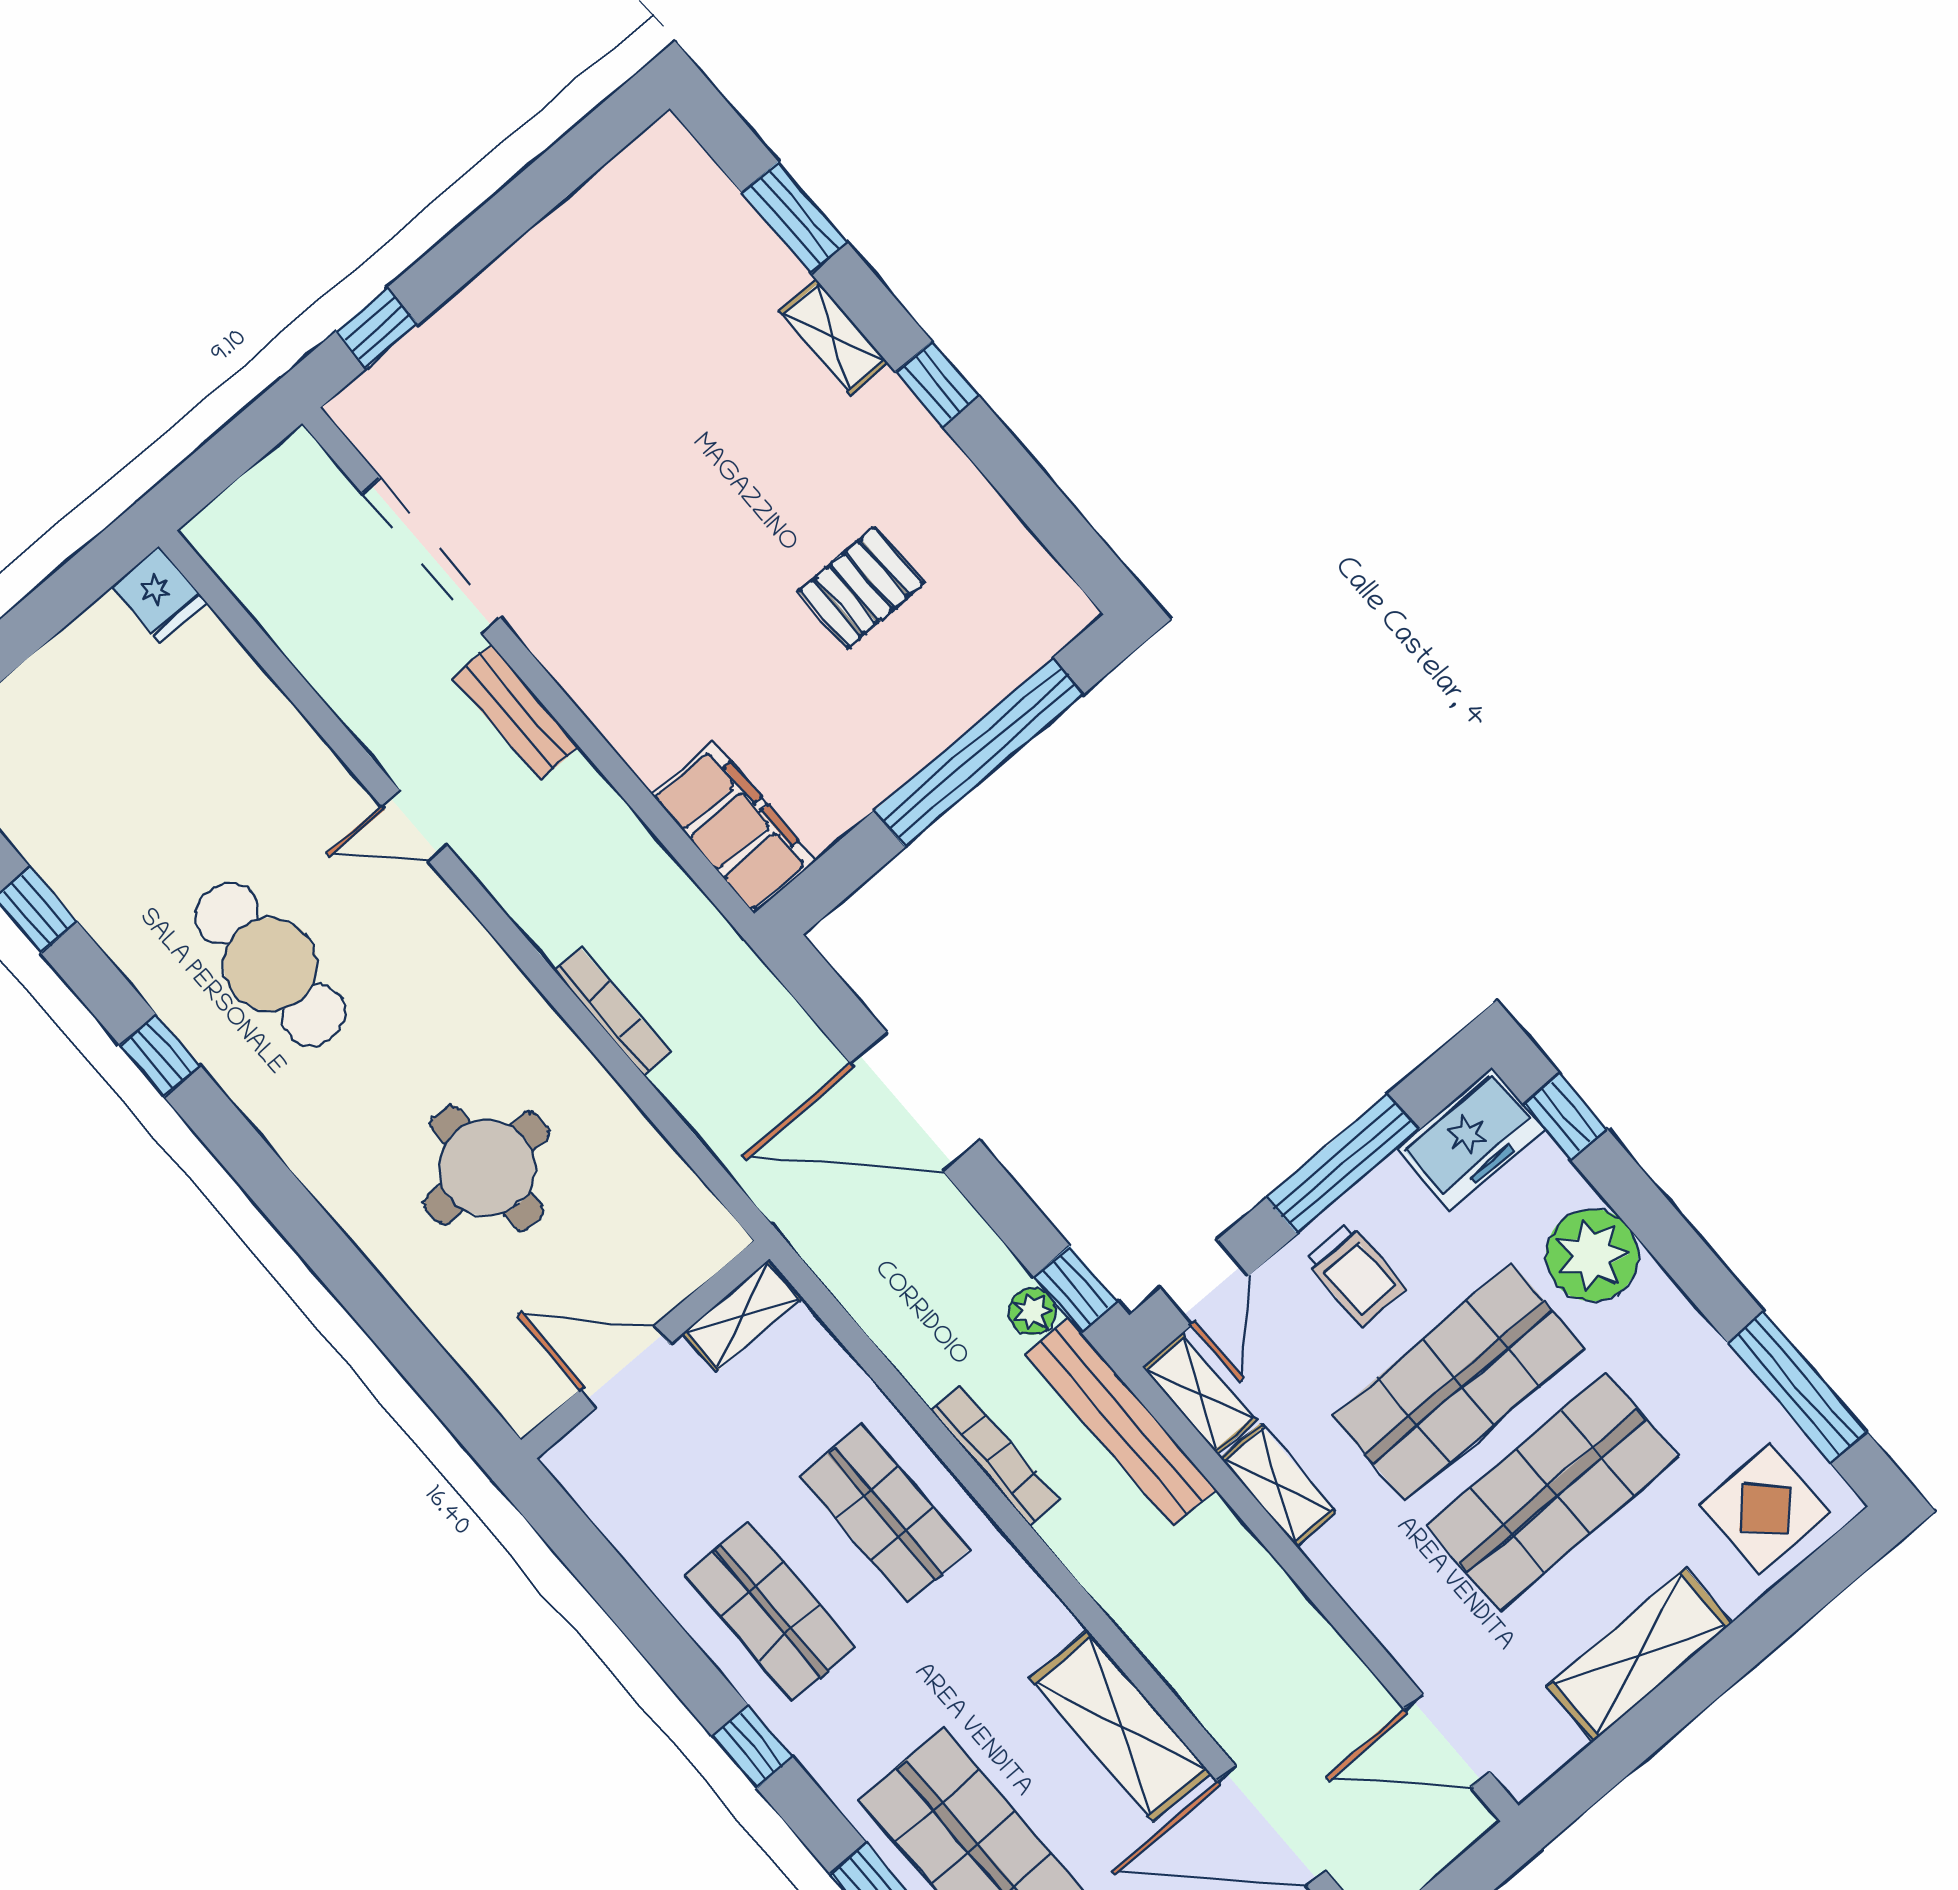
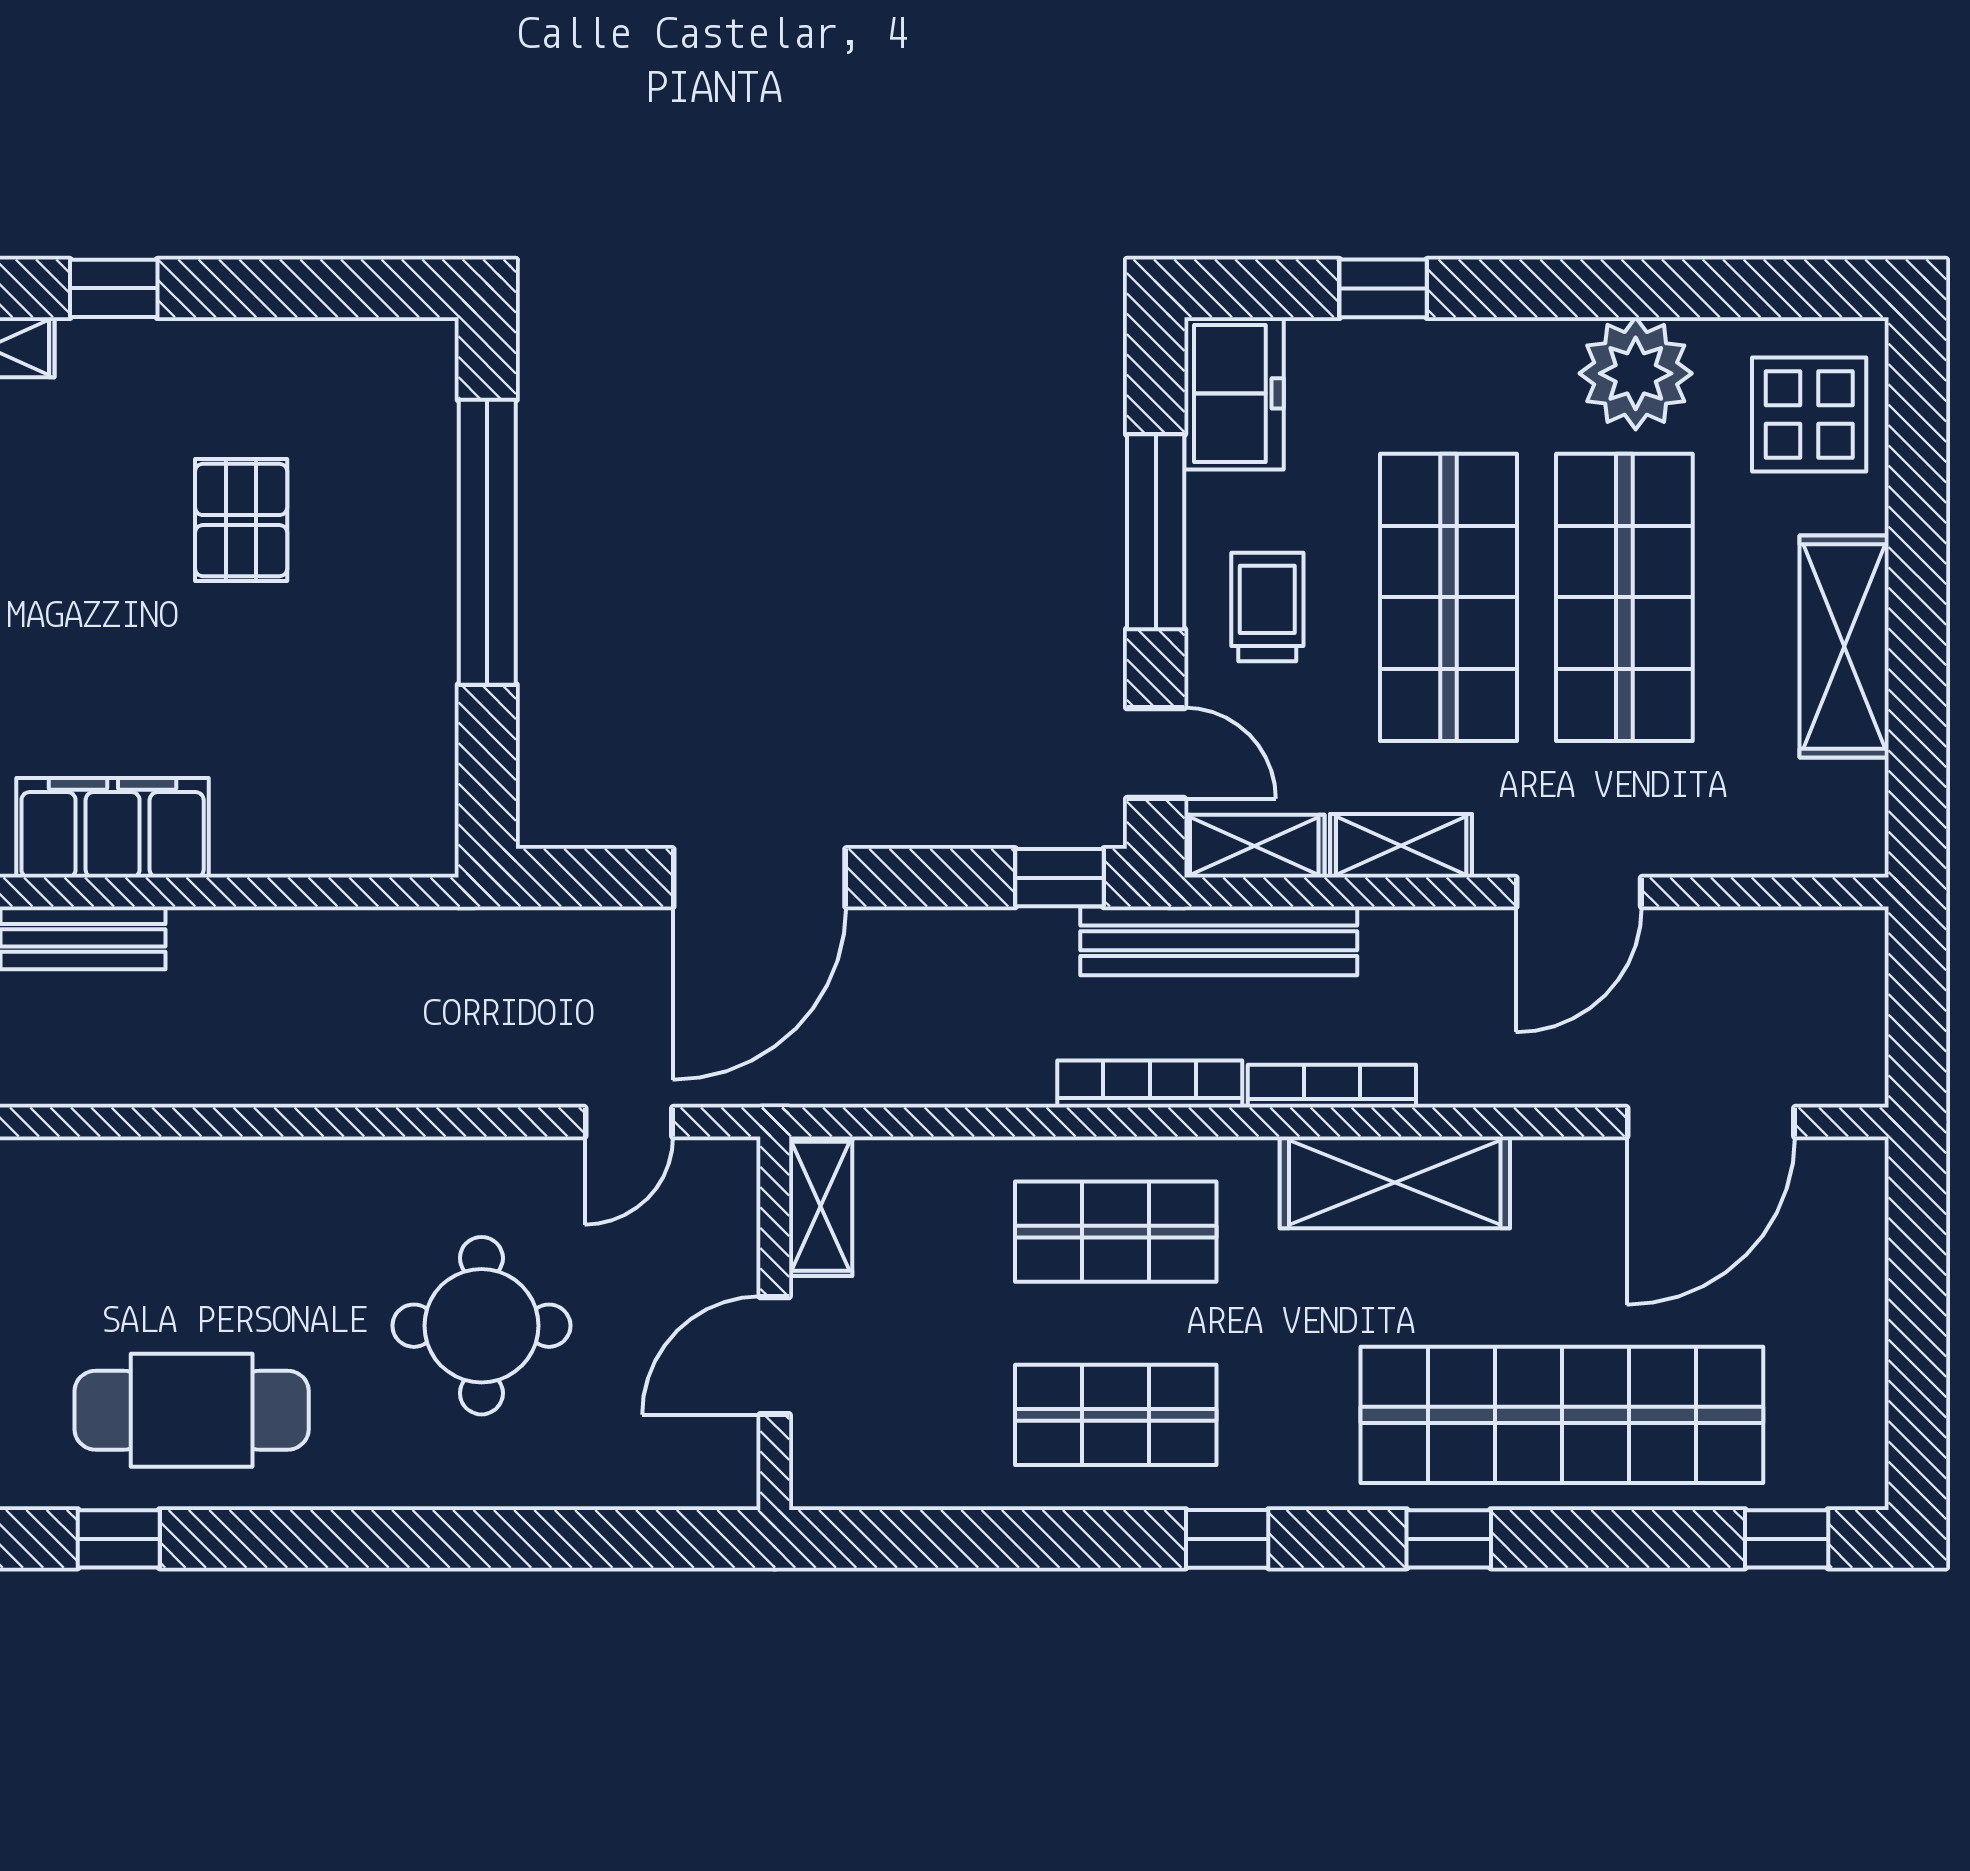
door: (414, 826) -> (629, 1122), moved
filing cabinet: (734, 827) -> (113, 828), moved
cafe table: (270, 964) -> (192, 1410), moved
bookcase: (612, 1012) -> (1332, 1086), moved
window: (1565, 1117) -> (1383, 288), moved
plant: (1592, 1255) -> (1636, 373), moved
trolley: (1355, 1274) -> (1267, 607), turned -90
plant: (1032, 1311) -> (1046, 935), removed
window: (1797, 1387) -> (1722, 288), removed
shelving: (1120, 1726) -> (1395, 1182), moved
door: (1447, 1741) -> (1579, 892), moved

